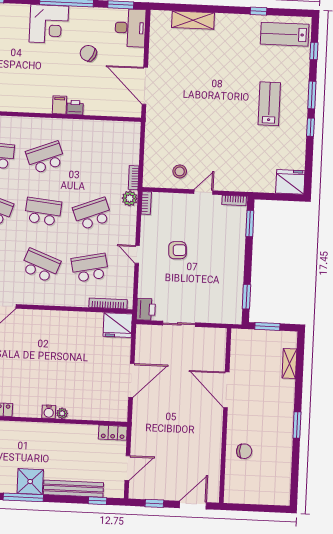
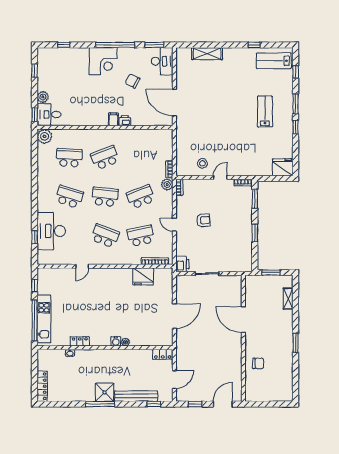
window: (246, 297) -> (255, 233), moved
fridge: (118, 325) -> (143, 276), moved

